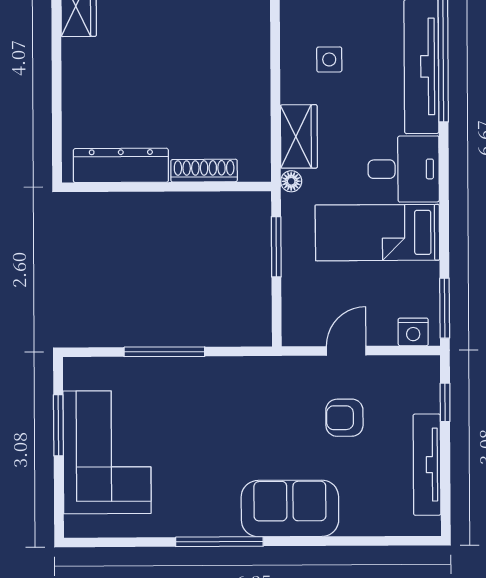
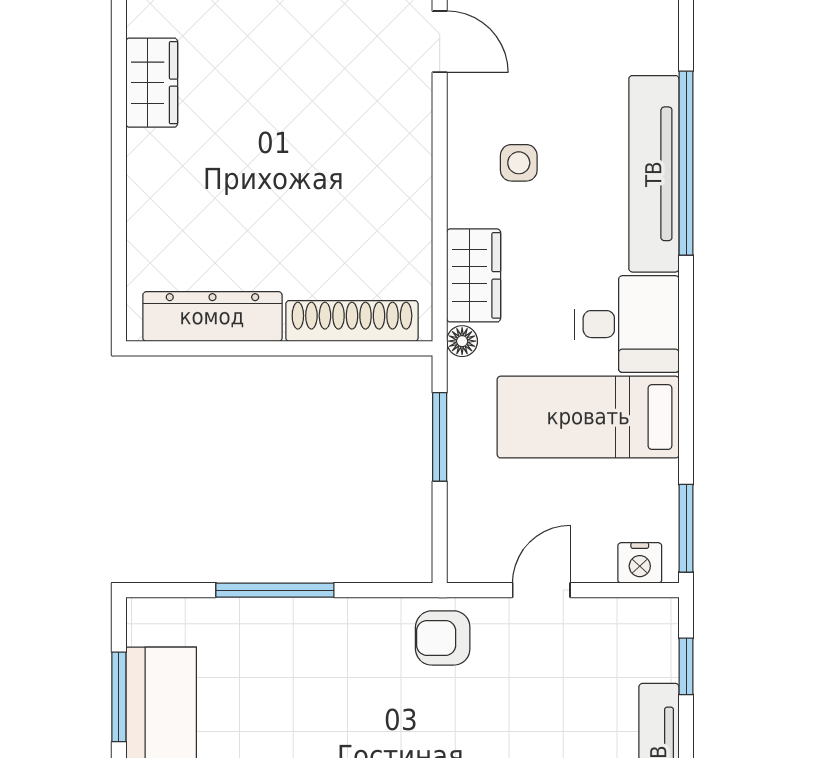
shoe rack: (204, 171) -> (352, 321), width x1.36, depth x1.24
armchair: (344, 418) -> (443, 638), moved

